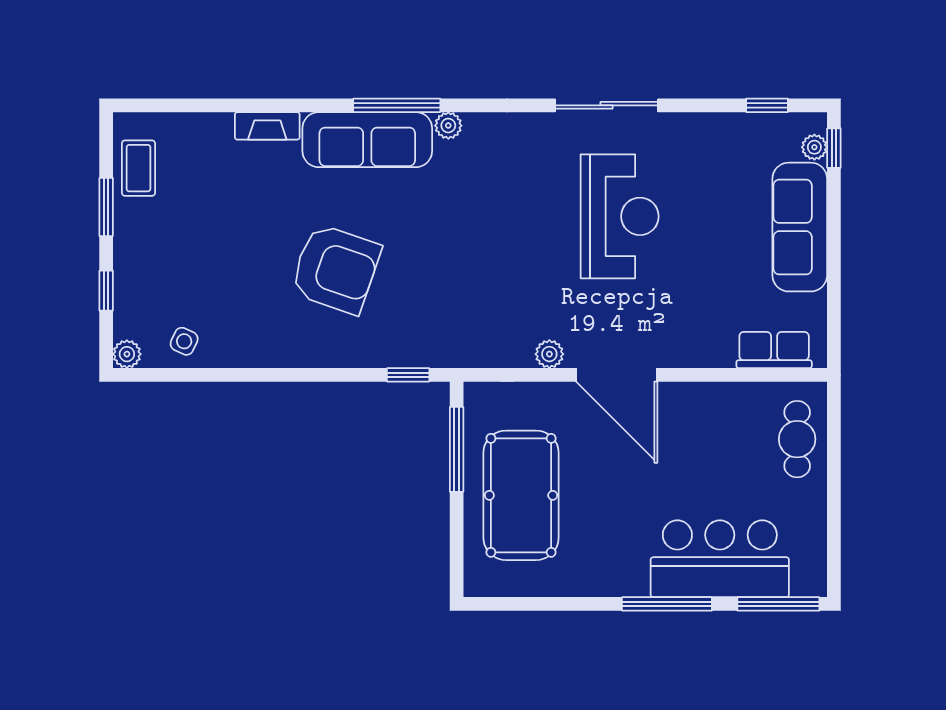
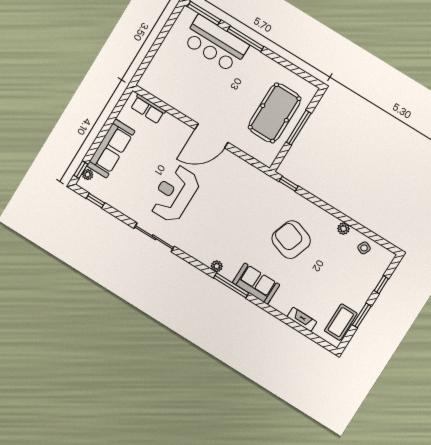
fireplace: (267, 126) -> (302, 319), moved
sofa: (367, 140) -> (256, 284), width x0.73
coffee table: (138, 168) -> (341, 322), width x1.36, depth x1.30
plant: (127, 354) -> (344, 229), moved
plant: (549, 354) -> (232, 159), removed
door: (617, 375) -> (211, 136), swing flipped
cafe table: (797, 439) -> (160, 71), removed
window: (457, 449) -> (299, 128), moved

